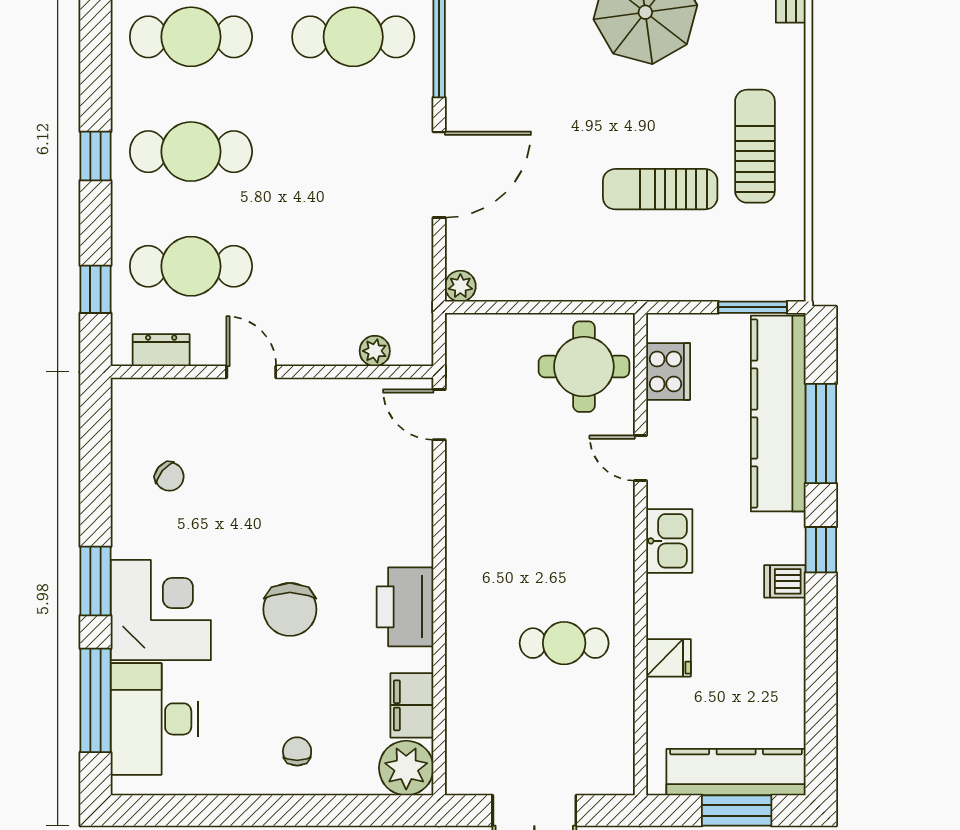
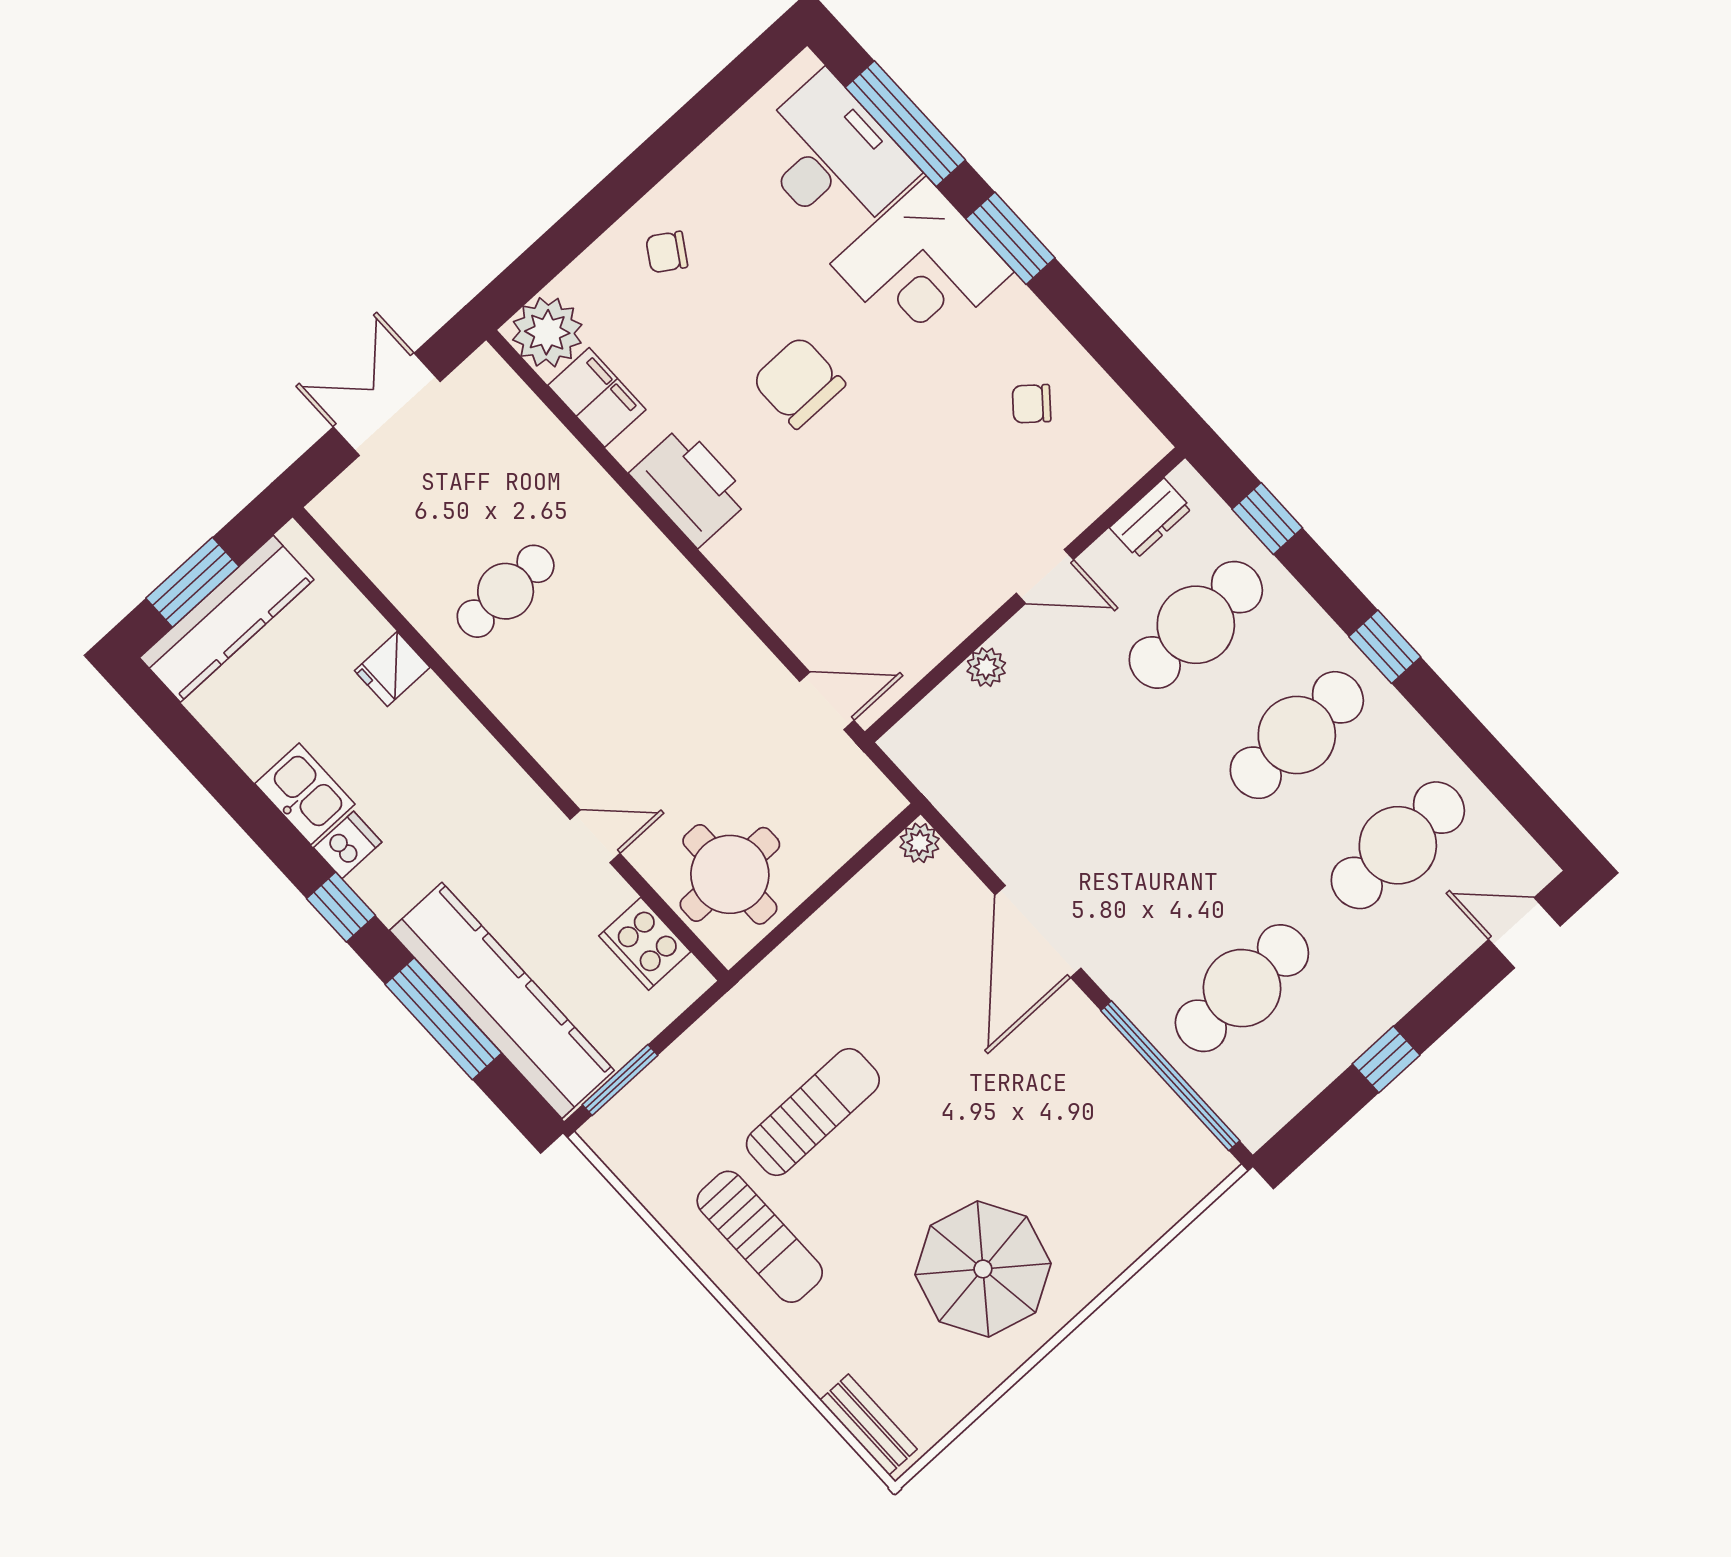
plant: (375, 351) -> (986, 667), moved
kitchen sink: (669, 541) -> (305, 794), moved, turned 180
chair: (297, 751) -> (667, 252), turned 123

